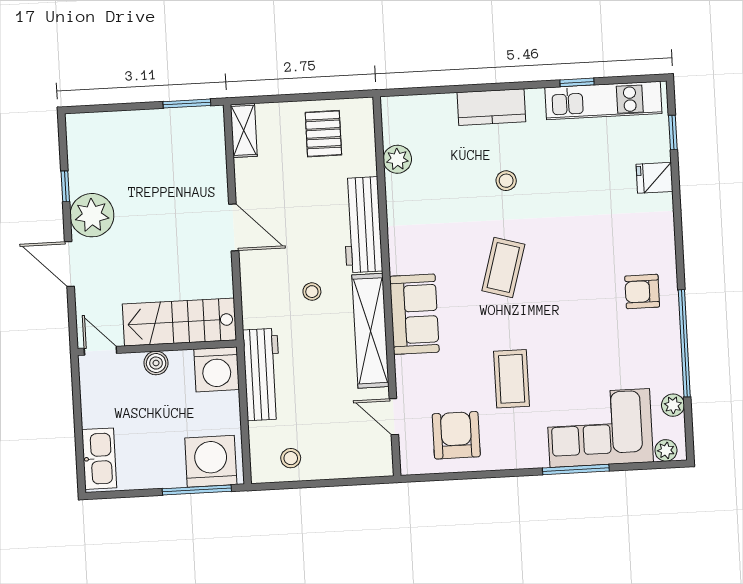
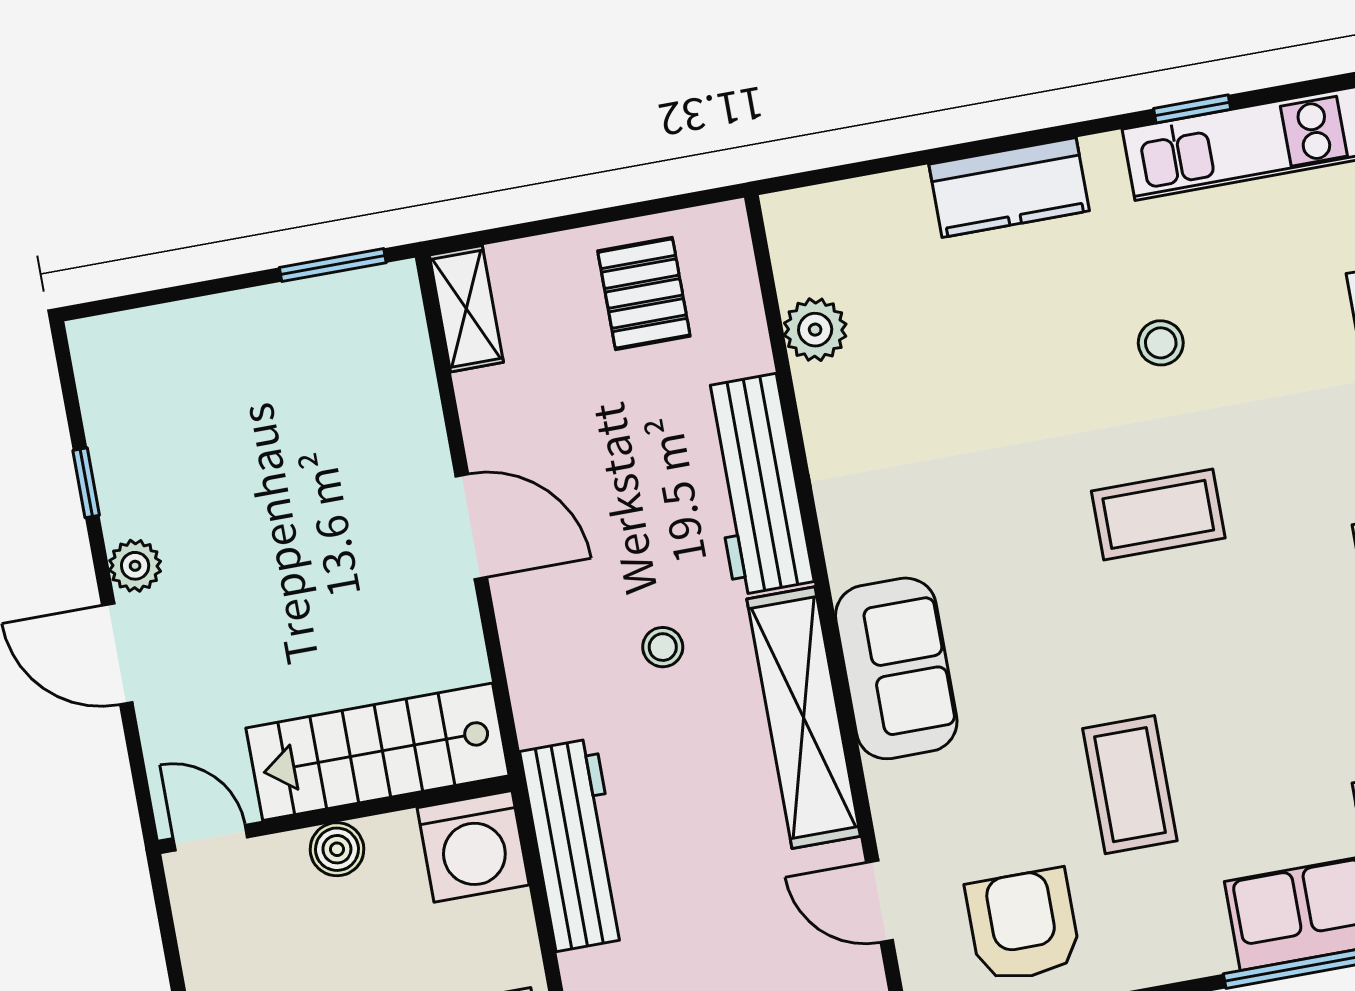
stool: (506, 181) -> (1161, 343), moved
plant: (92, 215) -> (135, 566), width x0.53, depth x0.53
coffee table: (503, 268) -> (1158, 514), moved, turned 74

